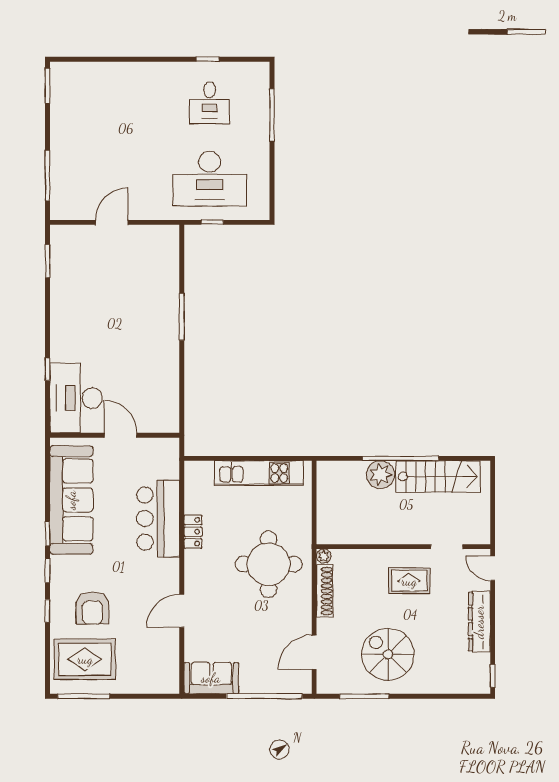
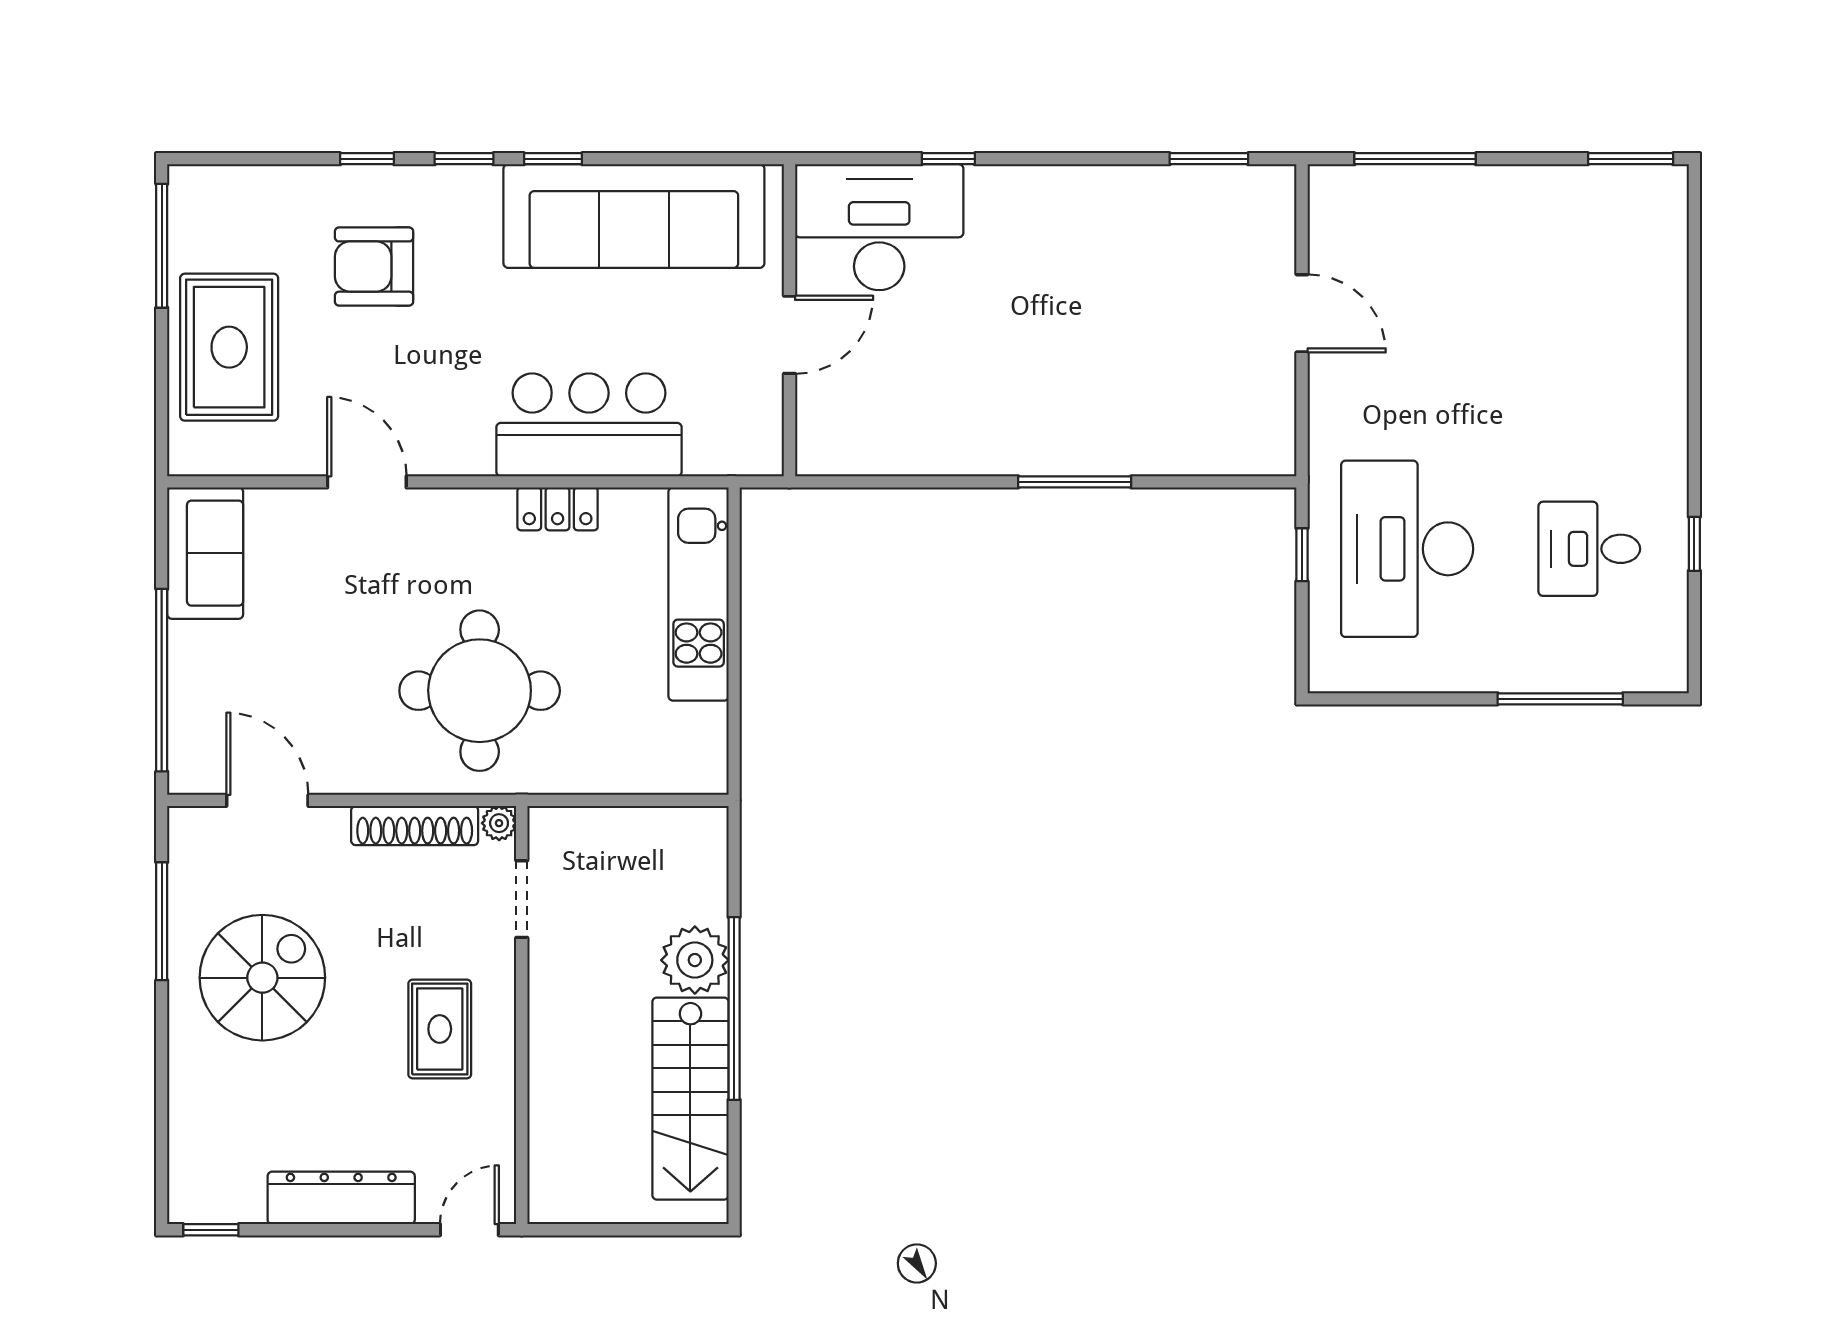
kitchen unit: (259, 473) -> (699, 594), moved
doorway: (447, 547) -> (522, 899), moved
rug: (85, 659) -> (229, 347), moved

